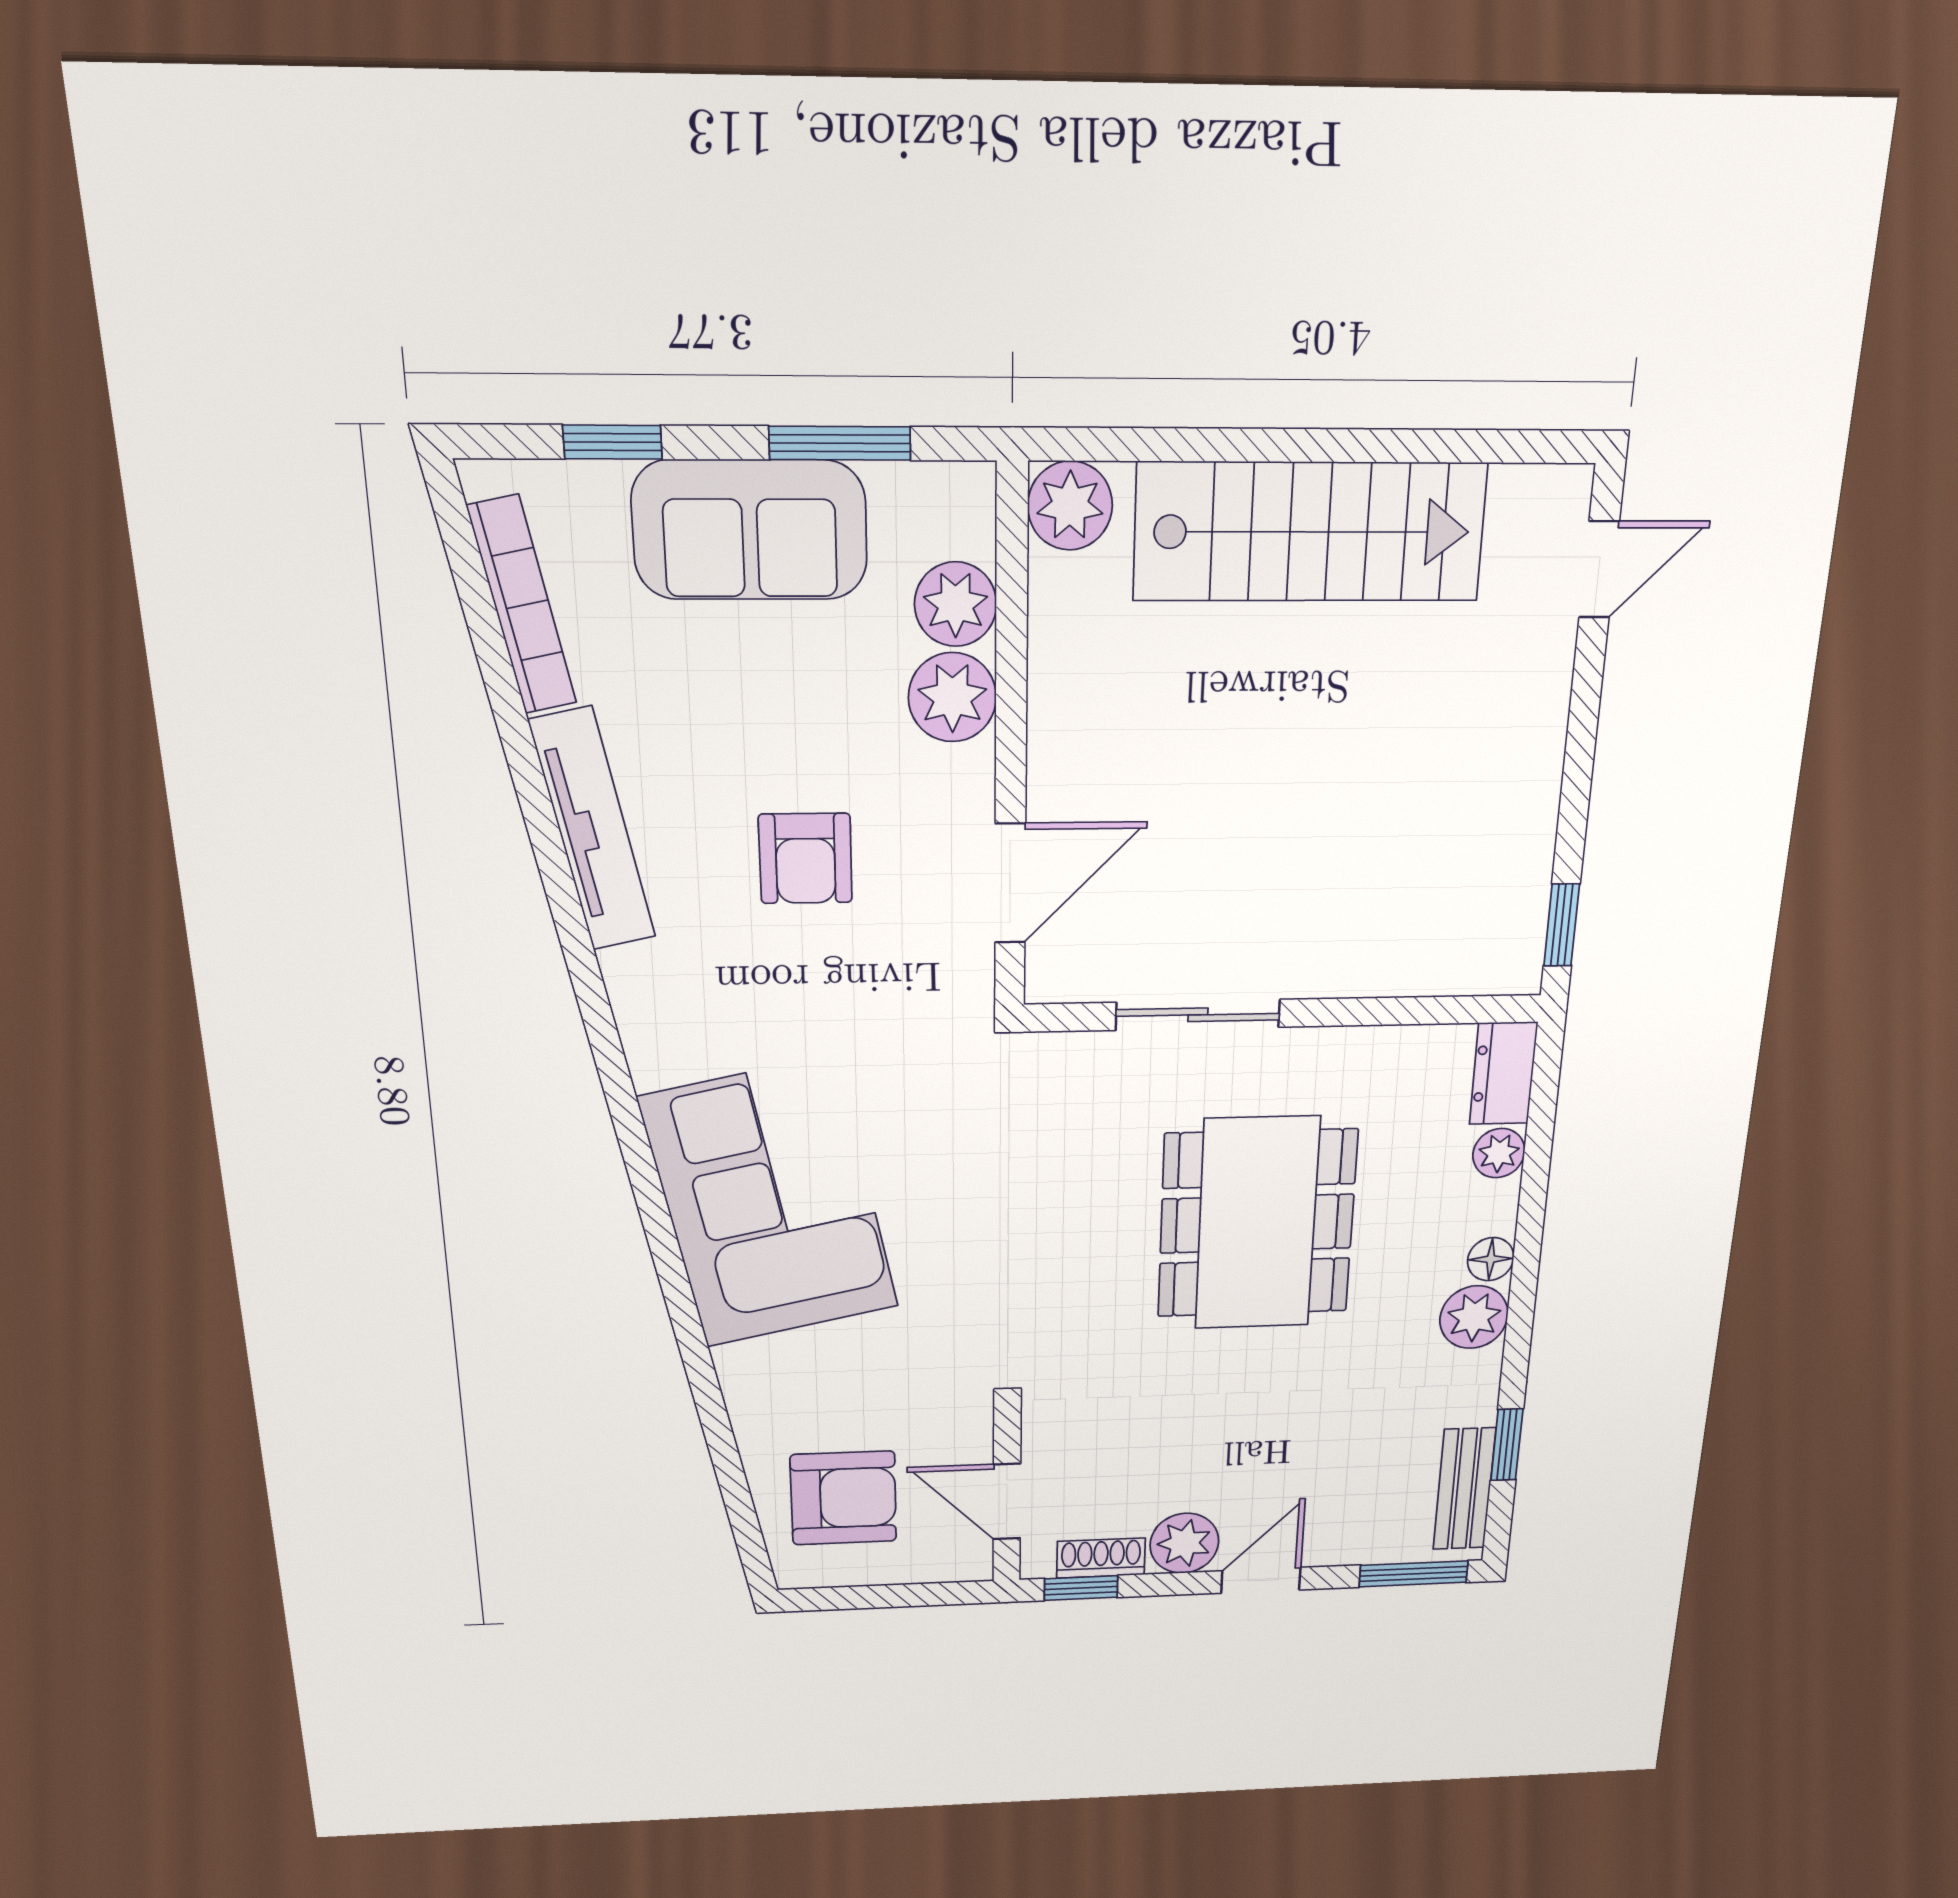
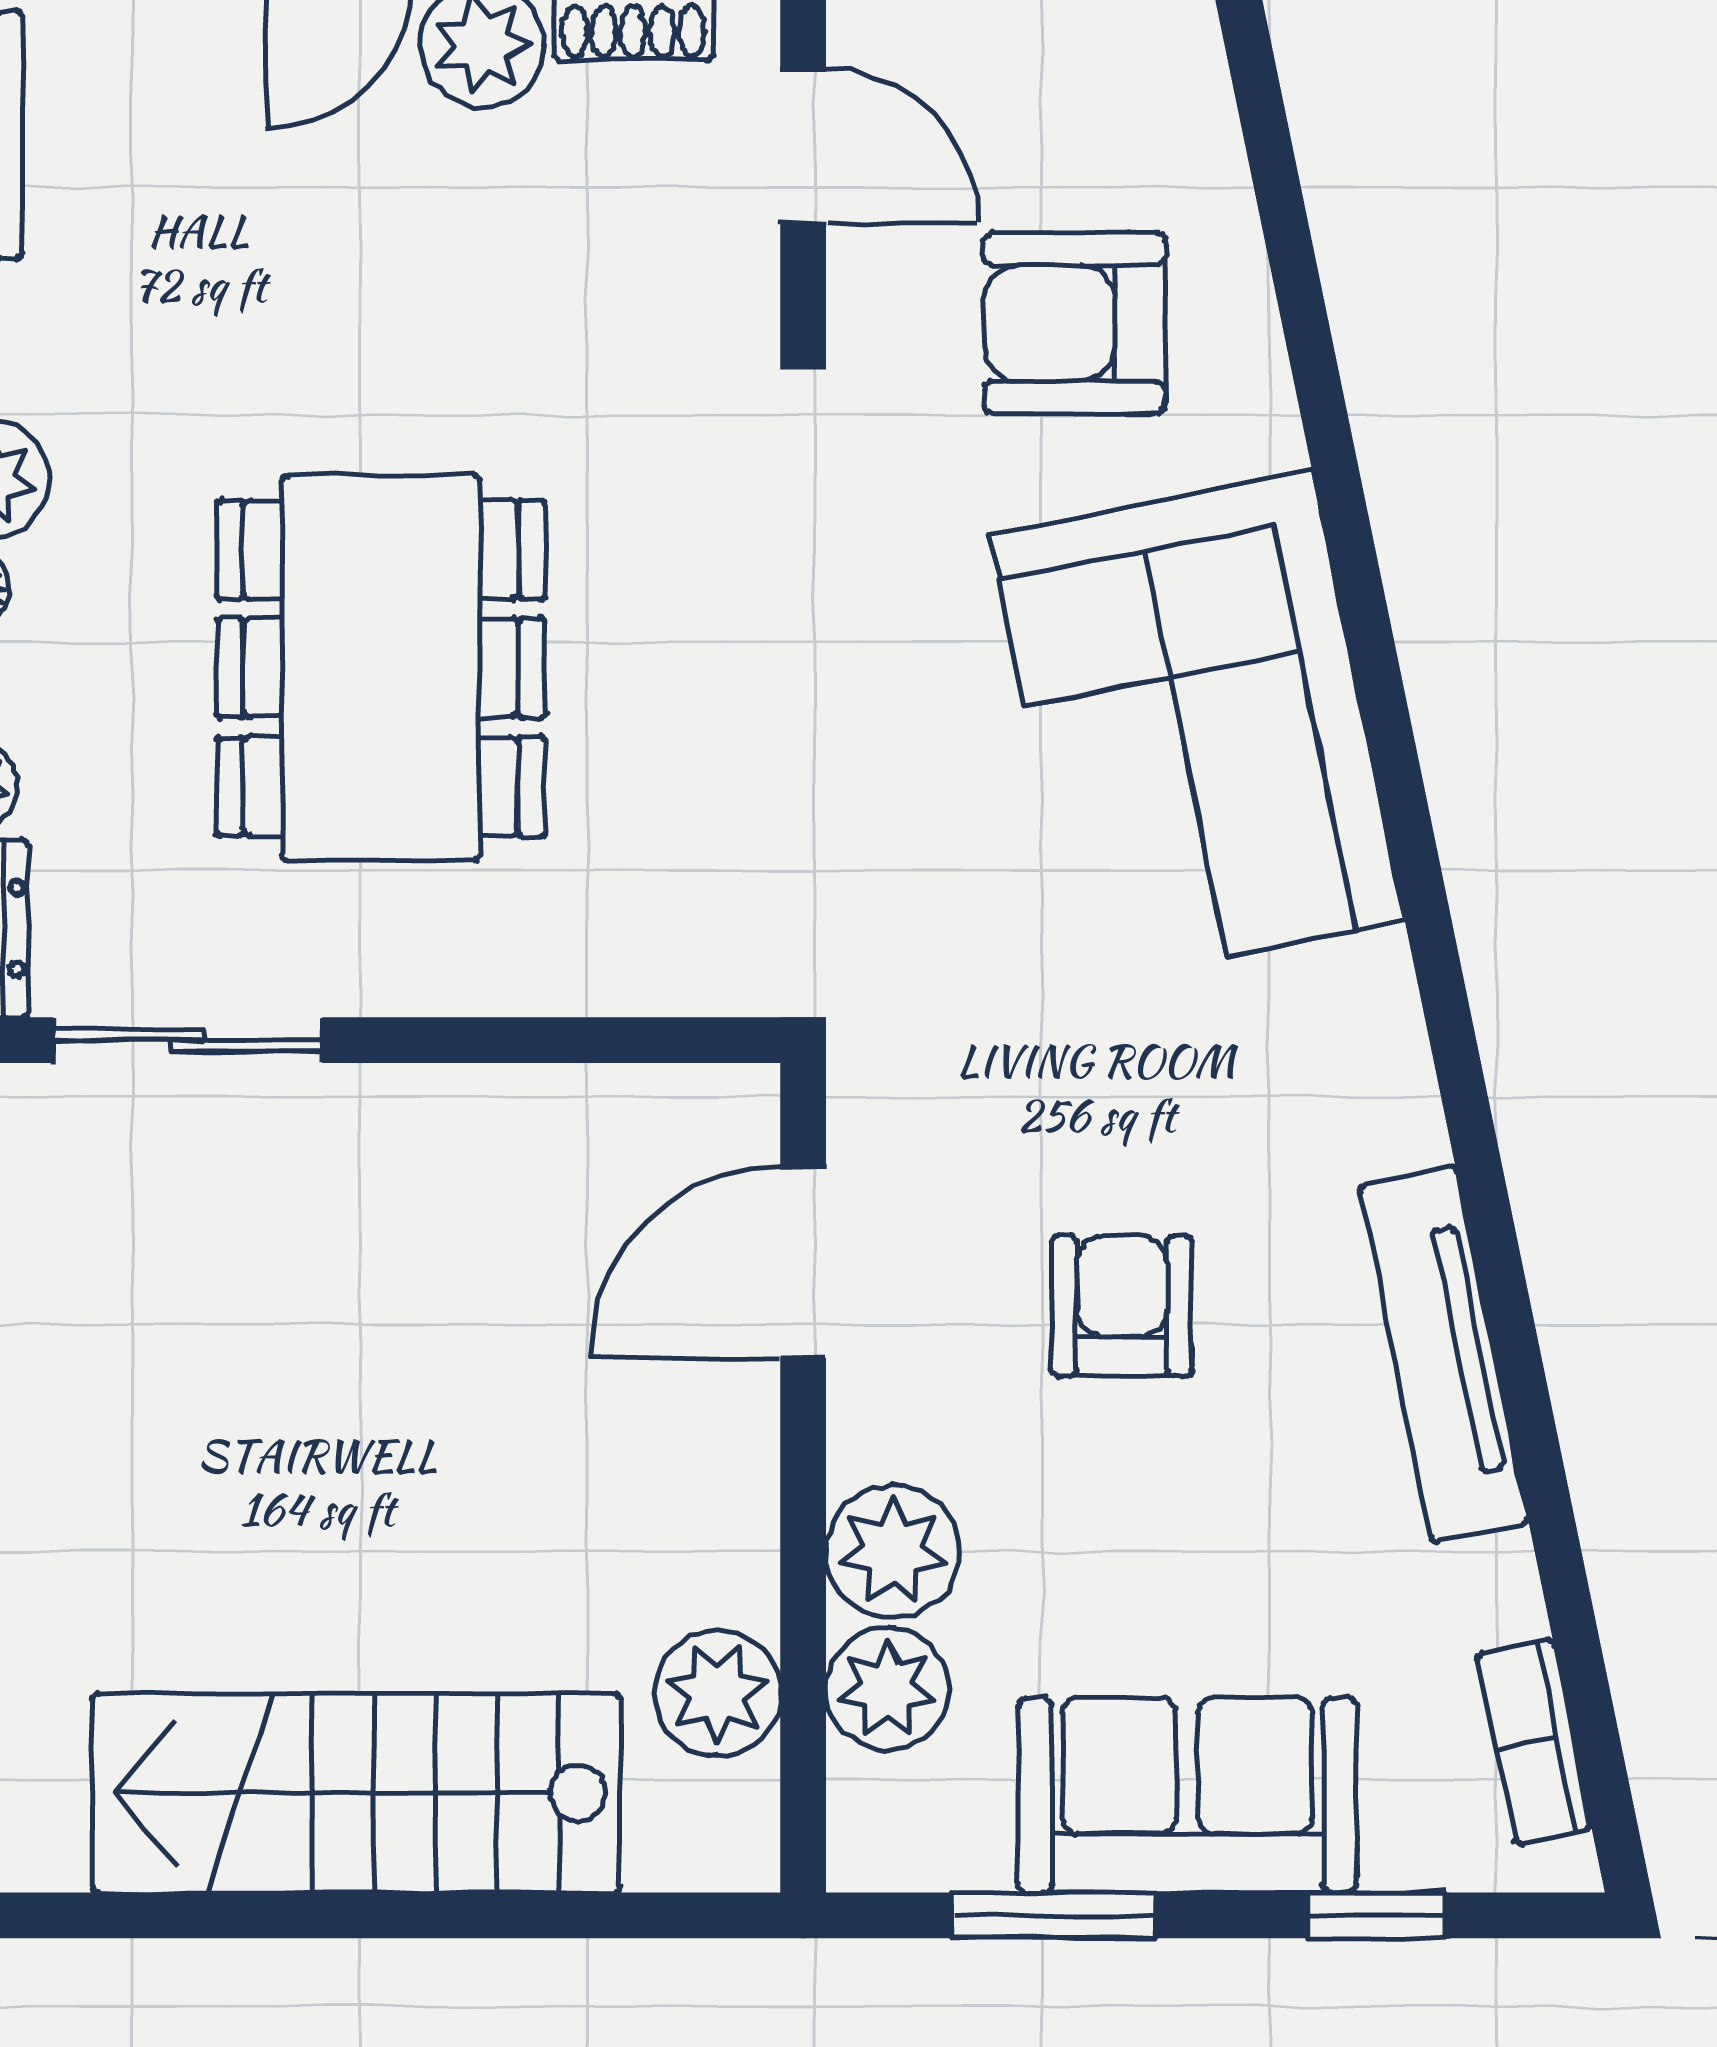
plant: (1070, 506) -> (718, 1693), moved
bookcase: (522, 605) -> (1534, 1742), width x0.64
sliding door: (1198, 1015) -> (188, 1040), moved
armchair: (843, 1498) -> (1075, 323), moved

